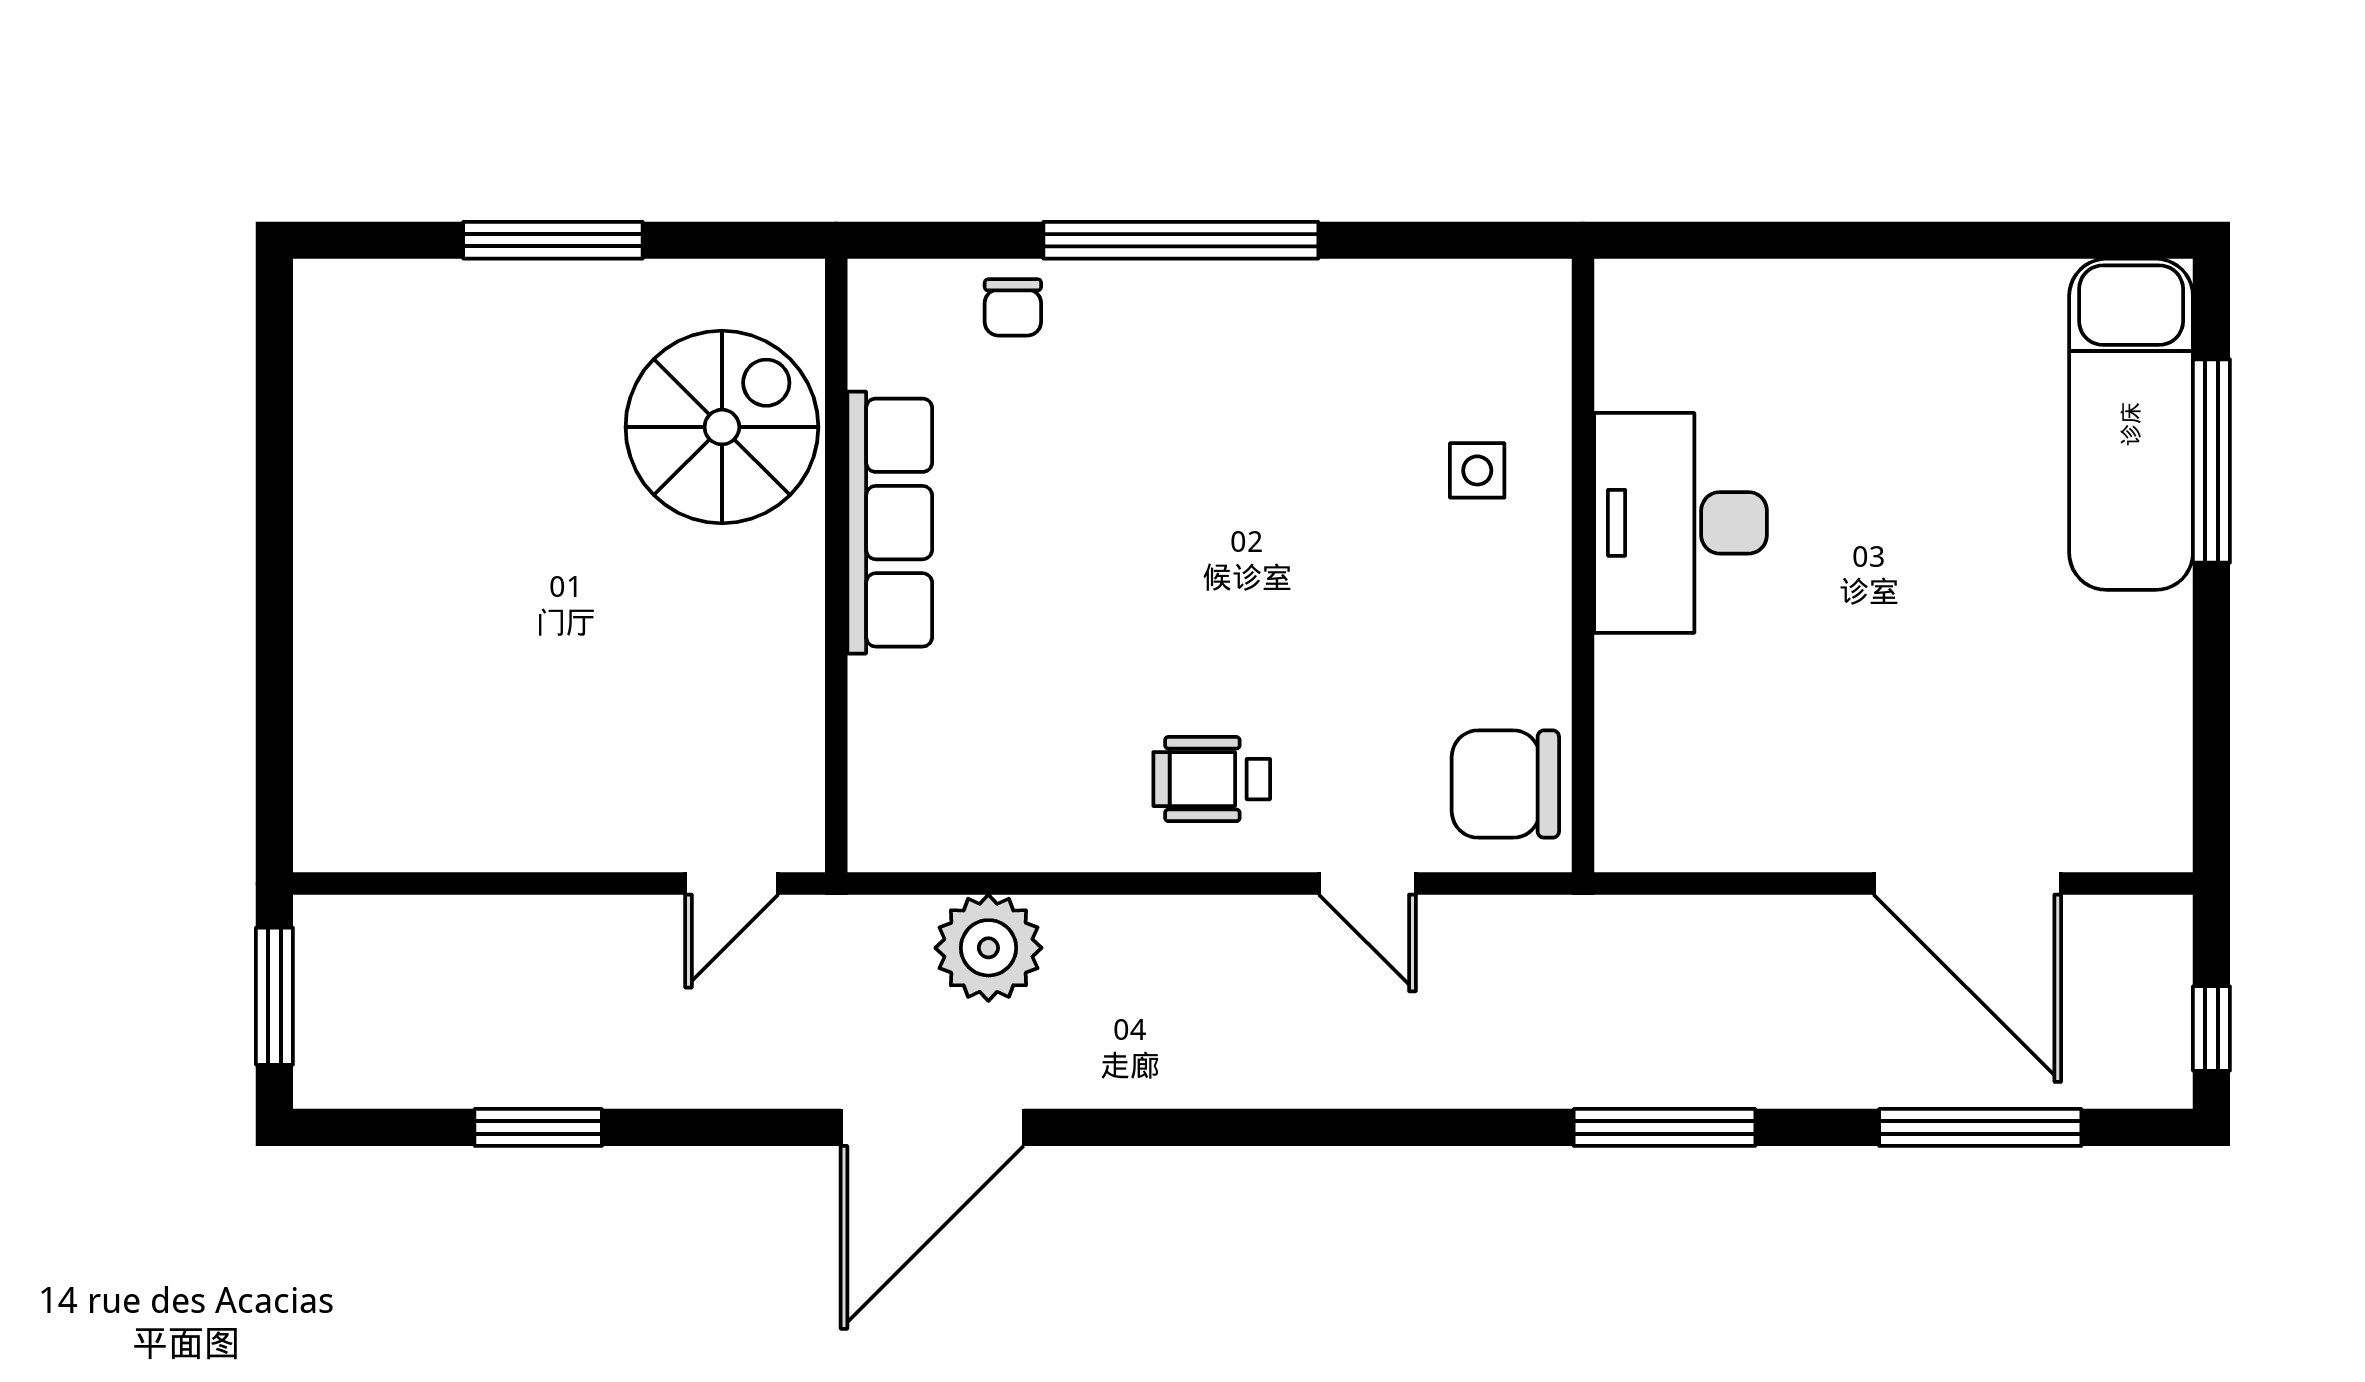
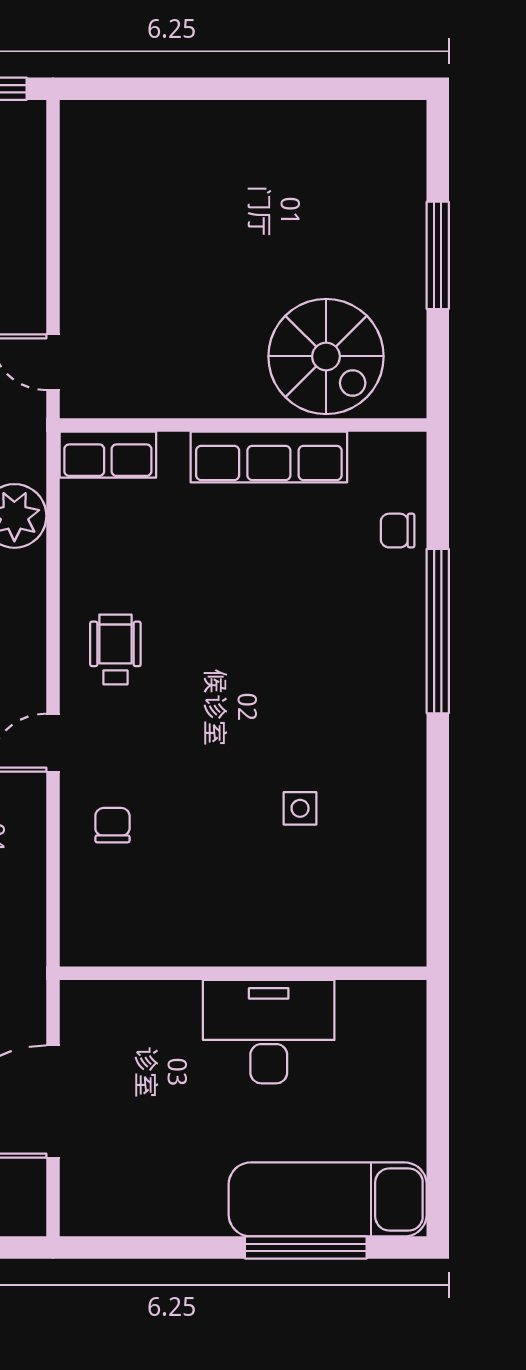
desk: (1681, 523) -> (269, 1032), moved
wall: (1583, 566) -> (243, 973), moved
chair: (1505, 784) -> (112, 825), width x0.54, depth x0.54
row of seats: (886, 792) -> (108, 455), added

